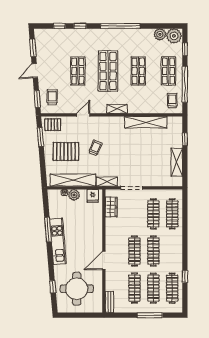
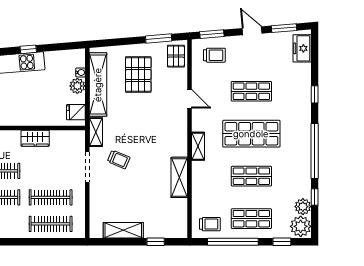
window: (59, 26) -> (315, 197), moved
freezer: (47, 35) -> (302, 48), added
shelving: (146, 122) -> (179, 177), width x0.68
trolley: (95, 148) -> (119, 159), moved
wardrobe: (111, 207) -> (35, 138), moved
window: (48, 230) -> (28, 49), width x0.46

